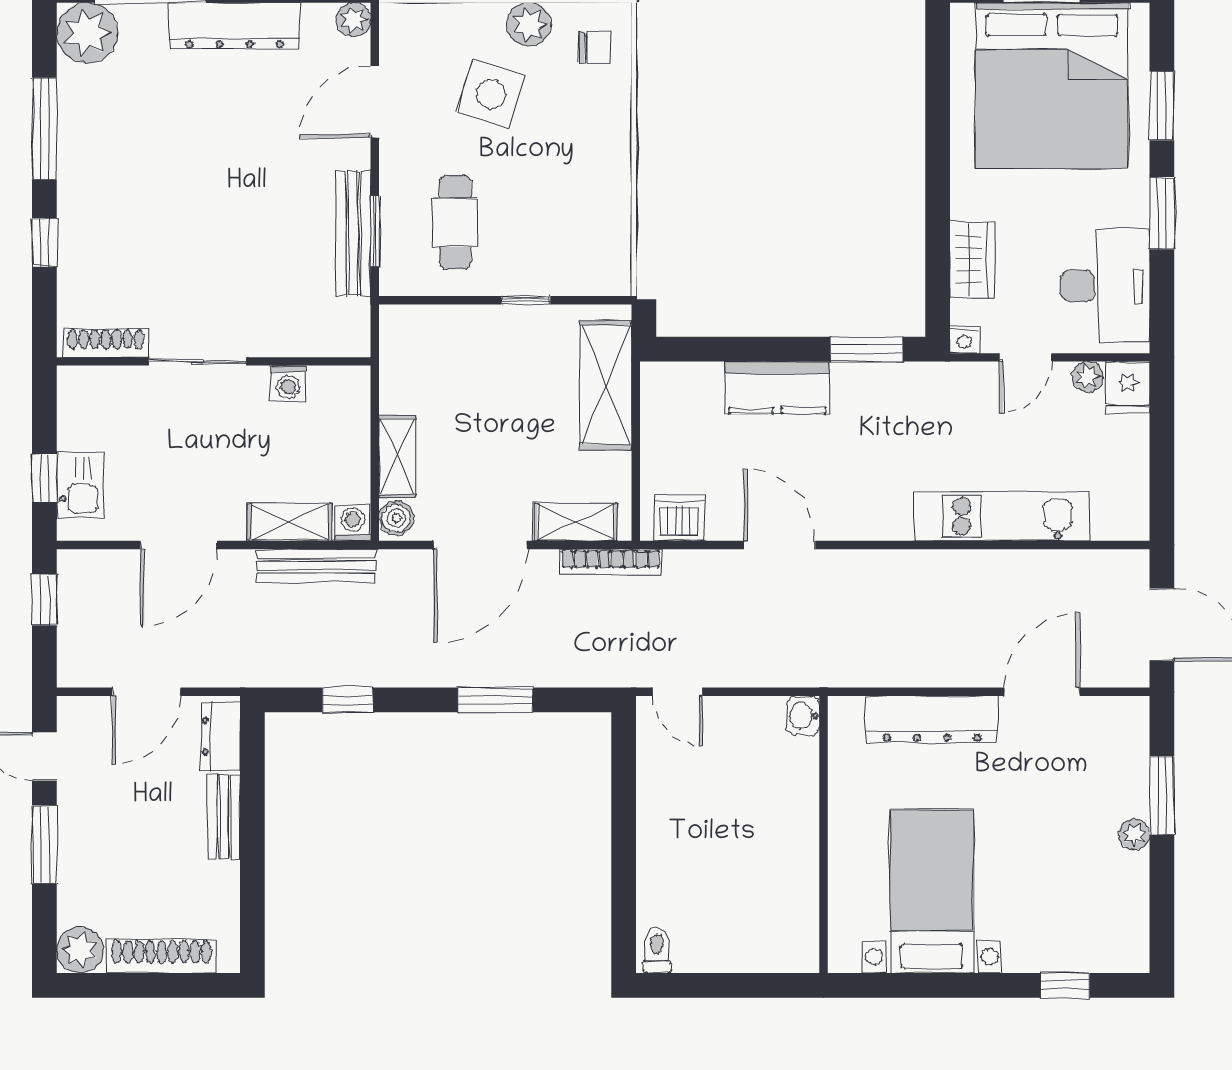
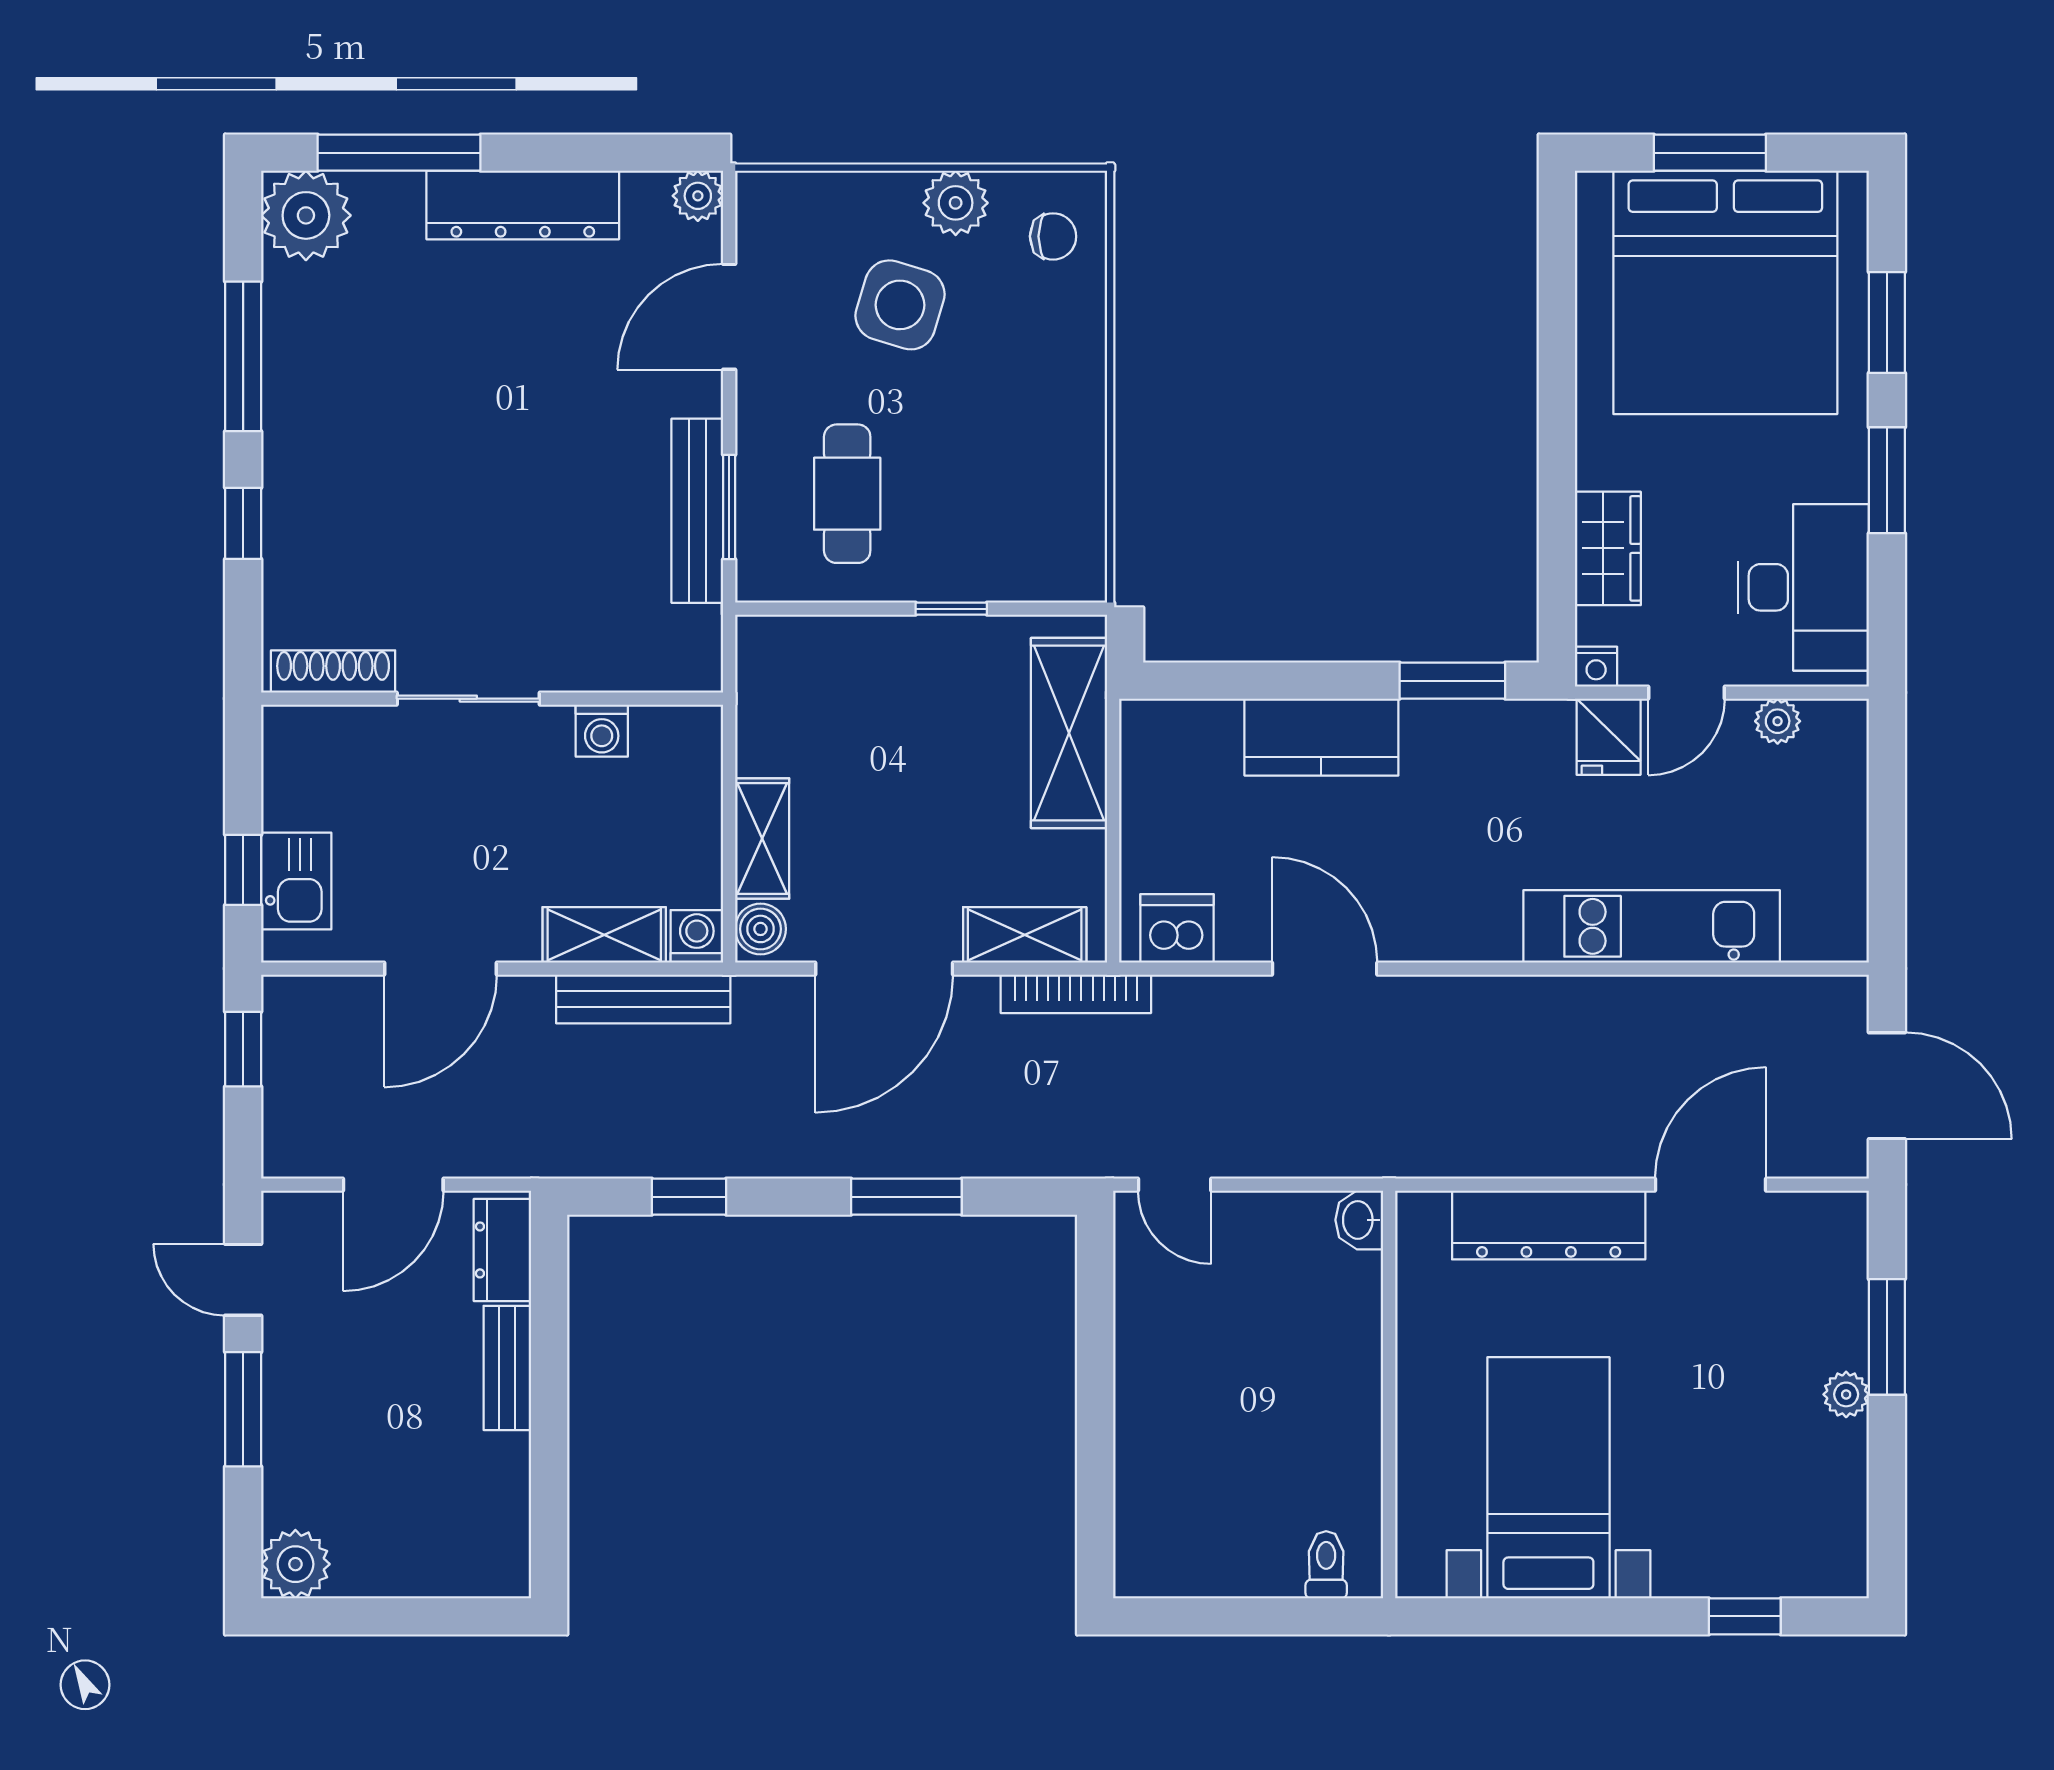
fridge: (1128, 387) -> (1609, 737), moved
toilet: (657, 950) -> (1326, 1565), moved
shoe rack: (162, 956) -> (415, 1574), removed

